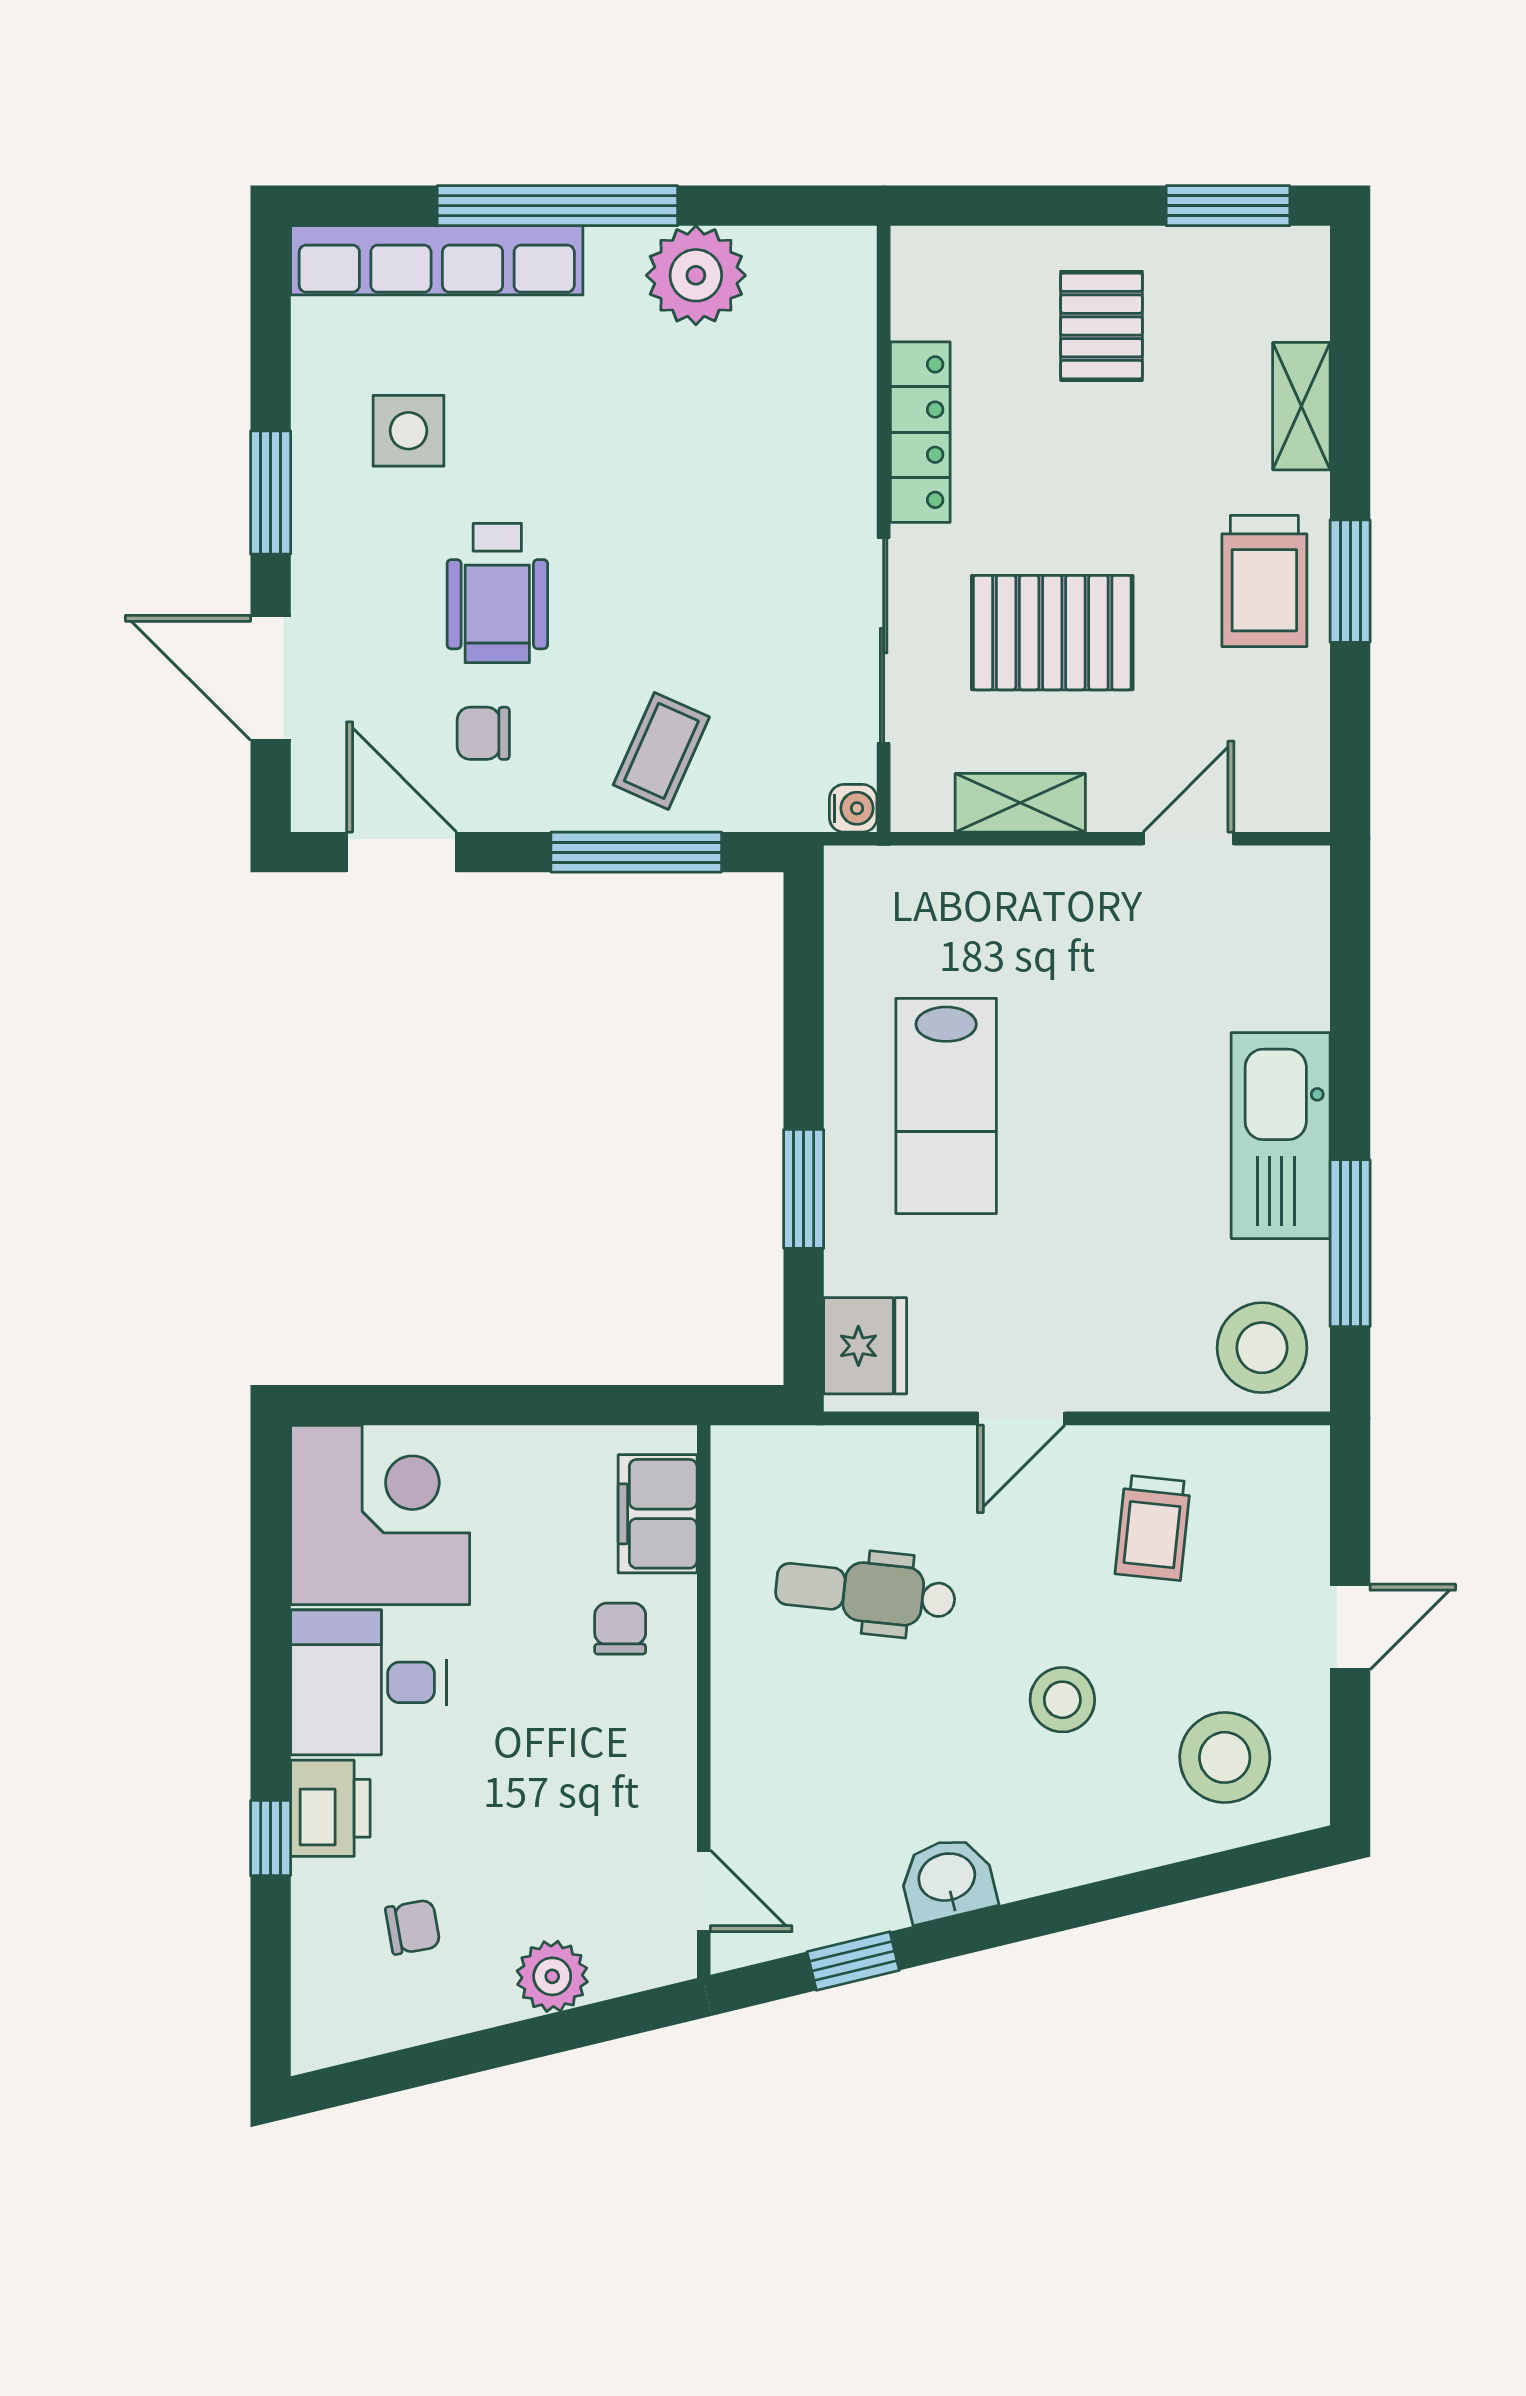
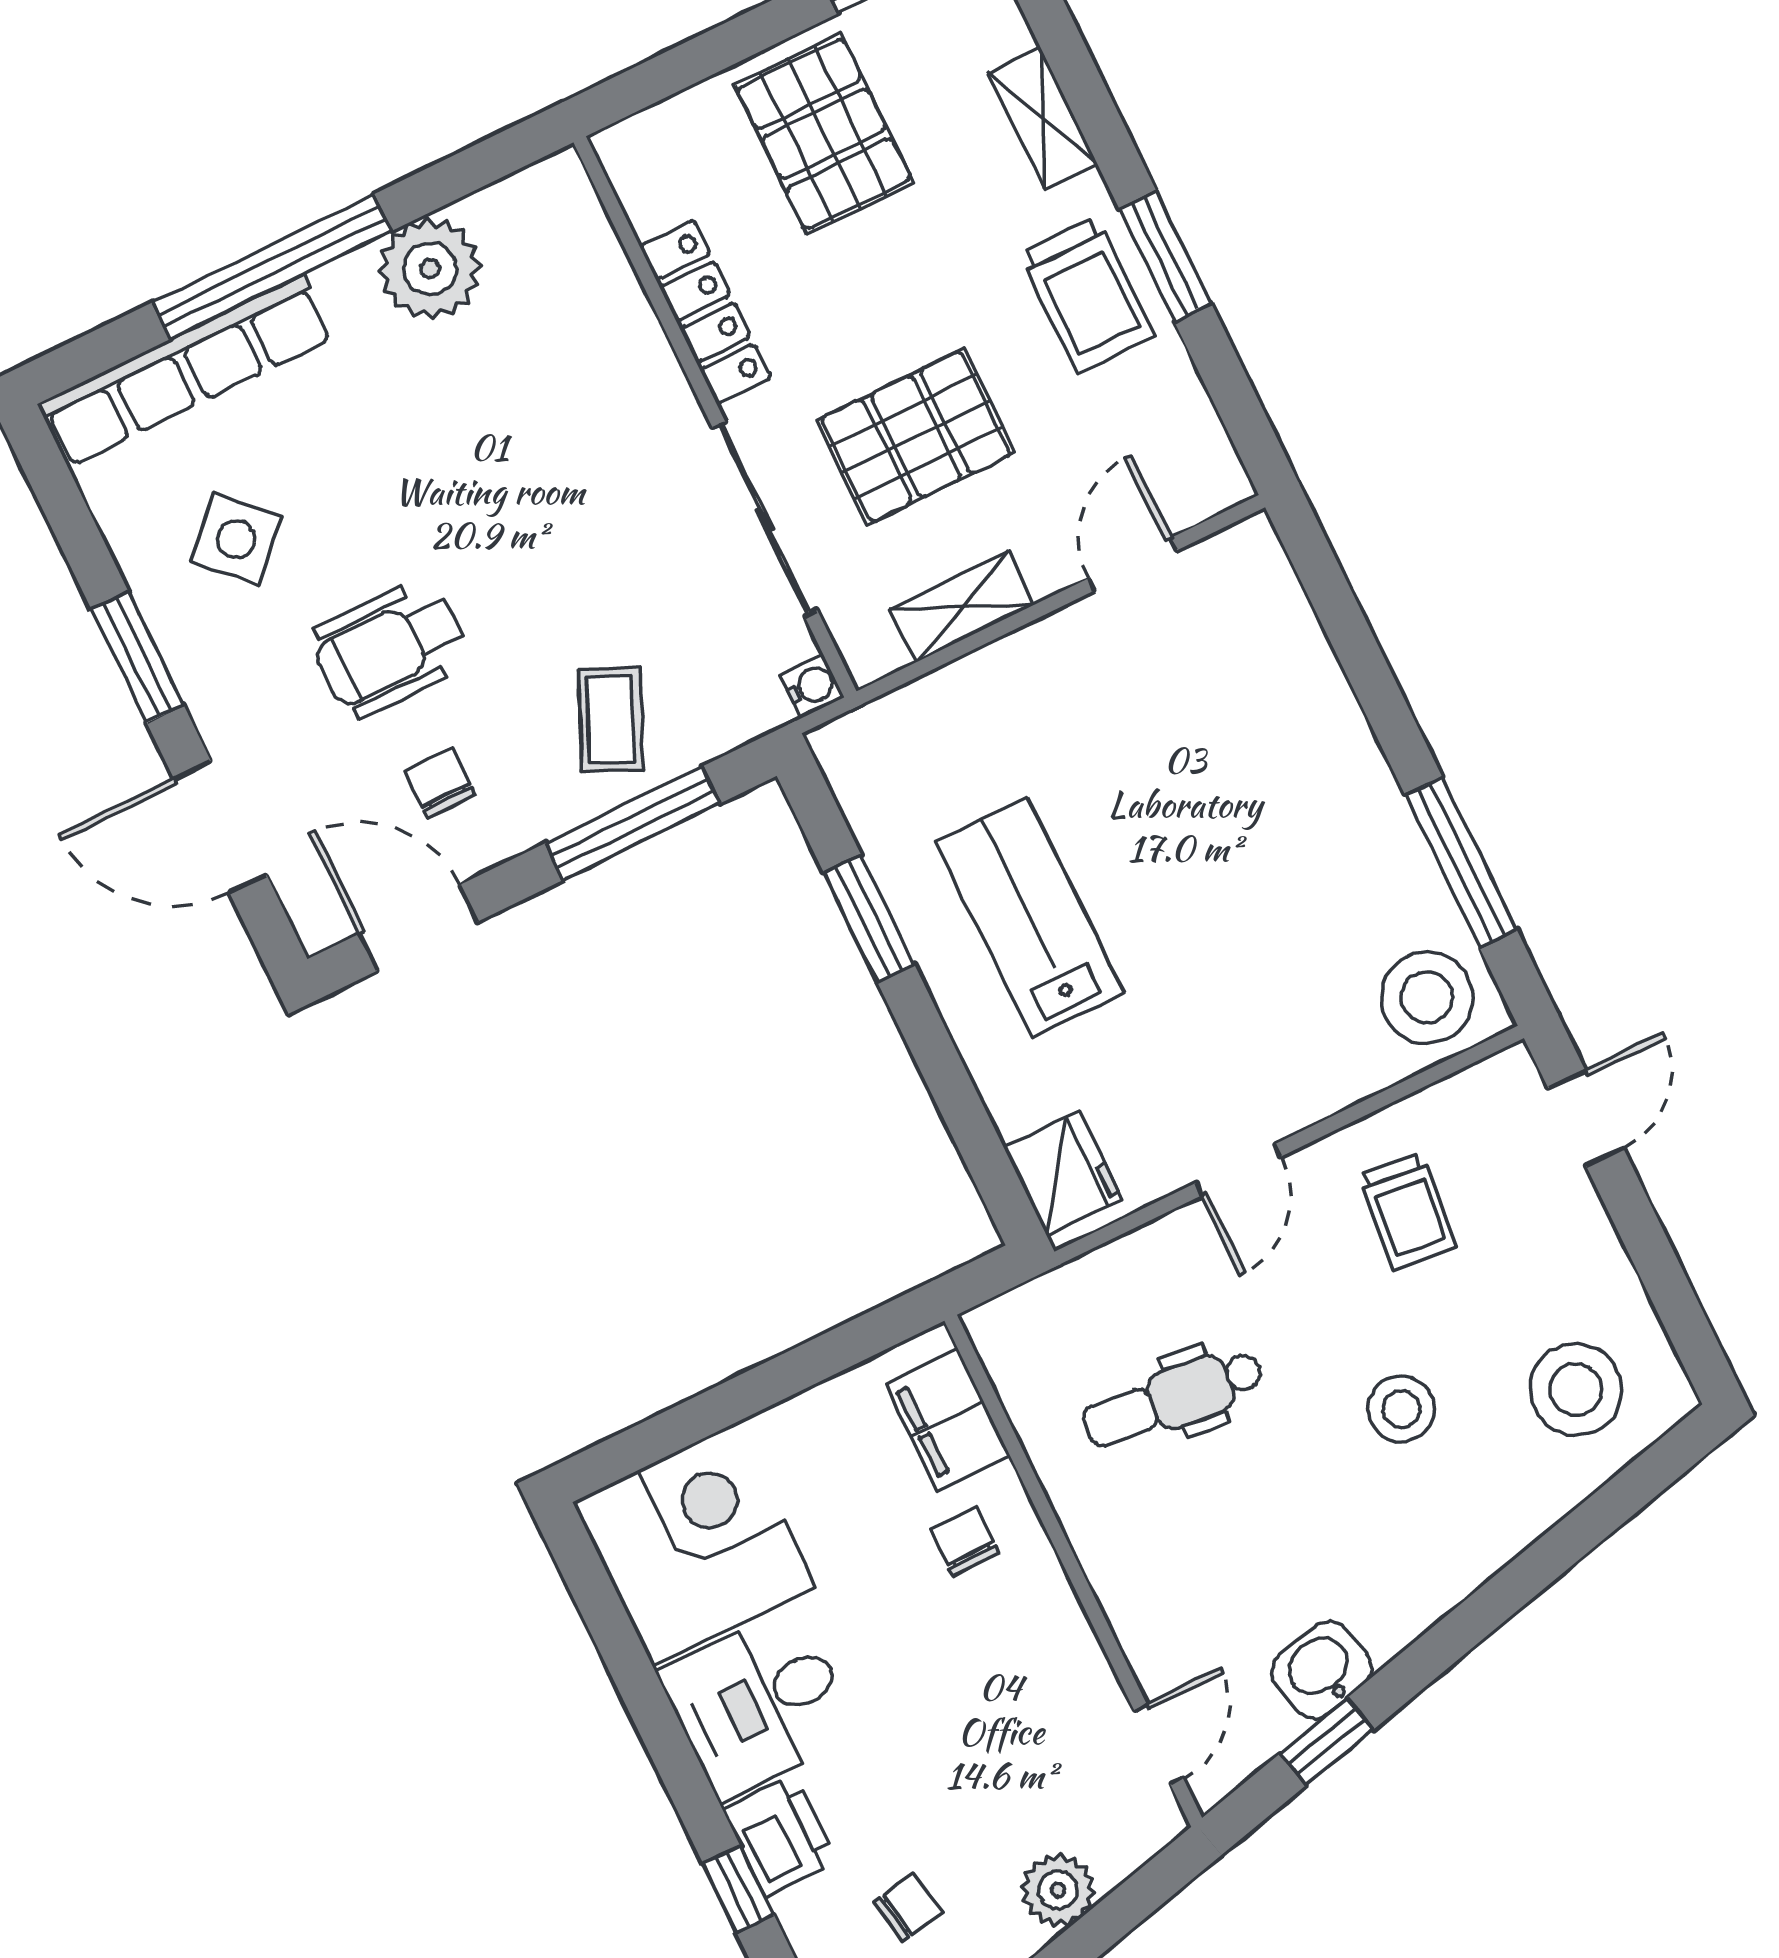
pallet: (1101, 326) -> (824, 134), width x1.50, depth x1.42
side table: (408, 431) -> (236, 539), turned 45
wheelchair: (497, 593) -> (390, 648), turned 90
chair: (483, 733) -> (440, 783), turned 90
lab bench: (946, 1106) -> (1030, 917), turned 180
kitchen sink: (1281, 1136) -> (1349, 795), removed
window: (804, 1189) -> (869, 918), moved
door: (1350, 1627) -> (1586, 1118), moved
washbasin: (947, 1879) -> (1321, 1670), moved
door: (704, 1891) -> (1159, 1744), hinge flipped

